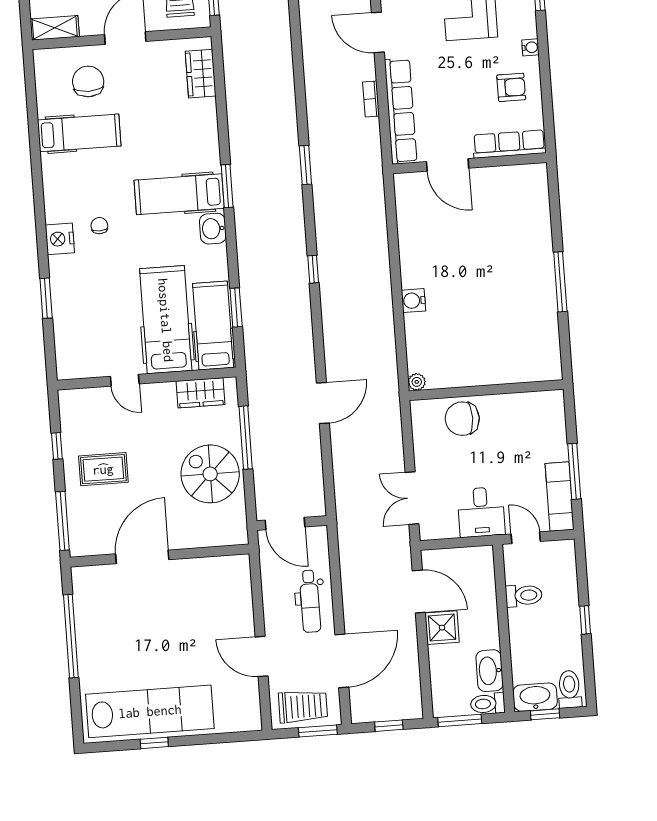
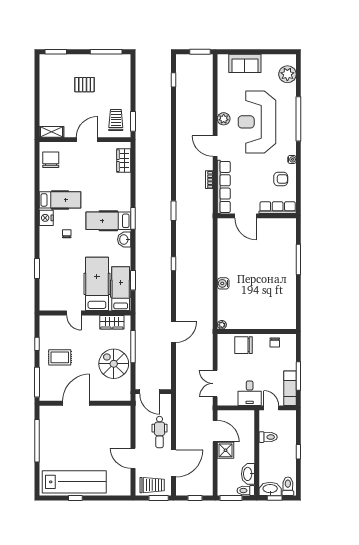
chair: (88, 81) -> (51, 160), moved
hospital bed: (79, 133) -> (60, 200), moved
nightstand: (60, 239) -> (46, 218), moved
window: (560, 282) -> (298, 260), moved
chair: (523, 409) -> (275, 342), added

